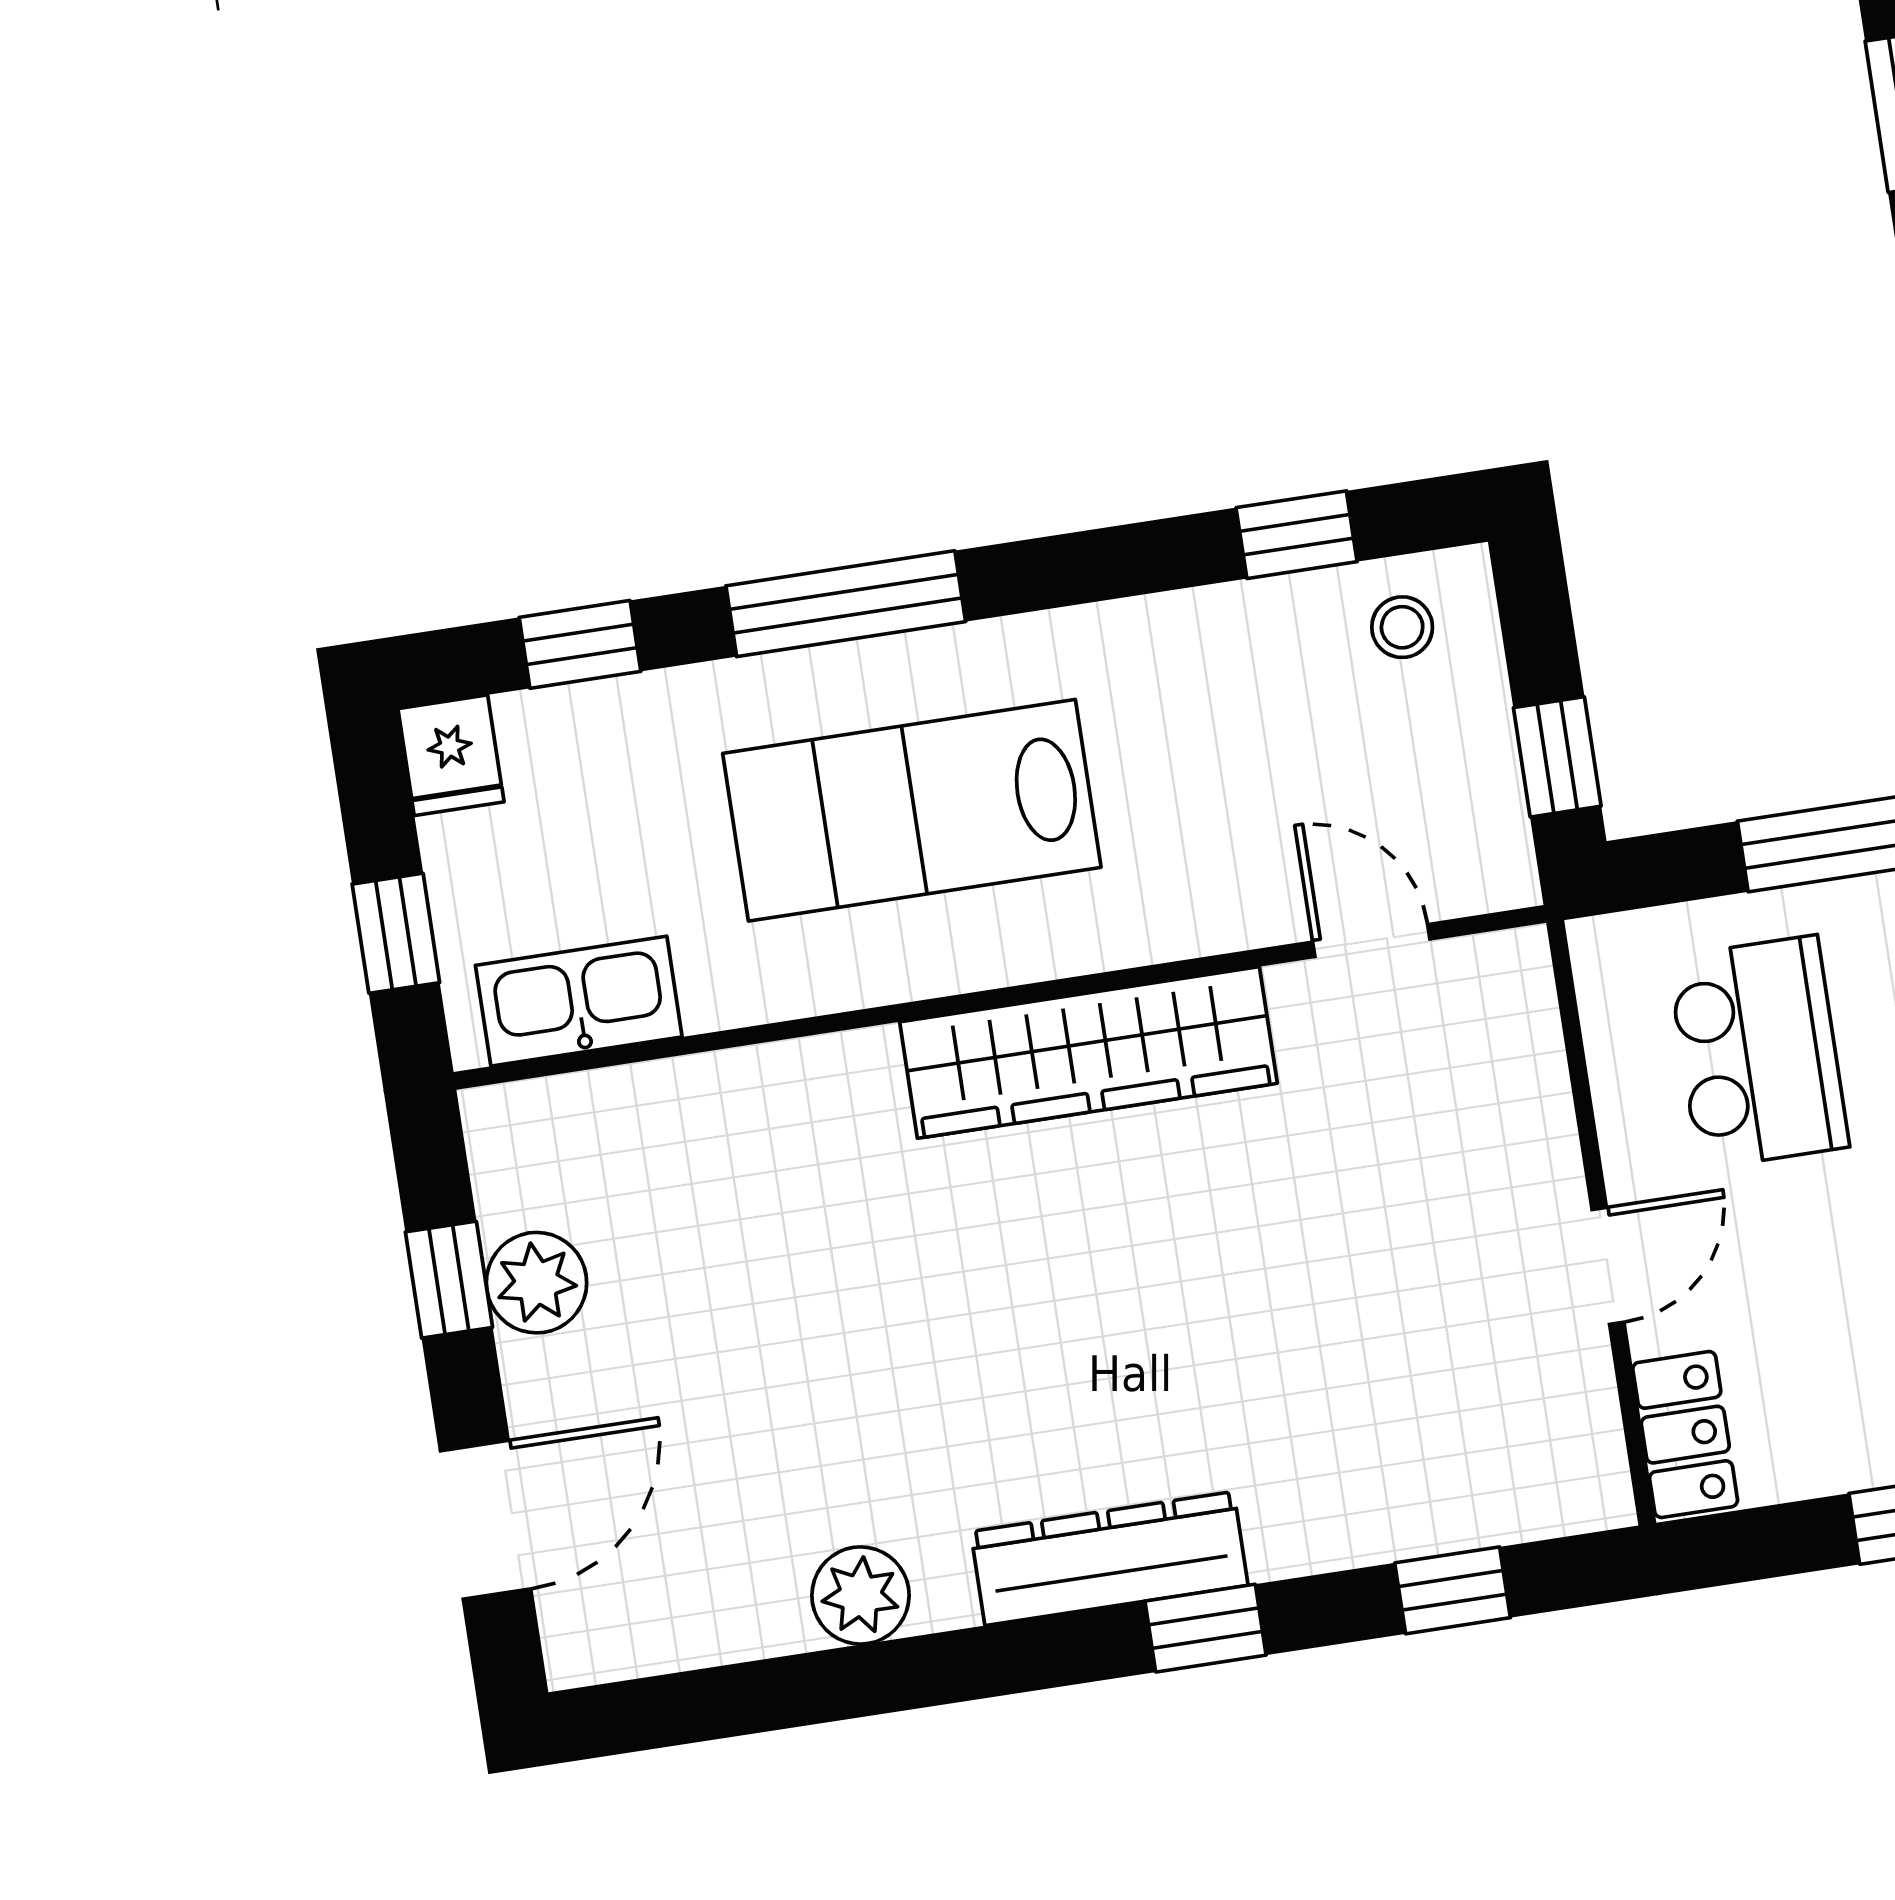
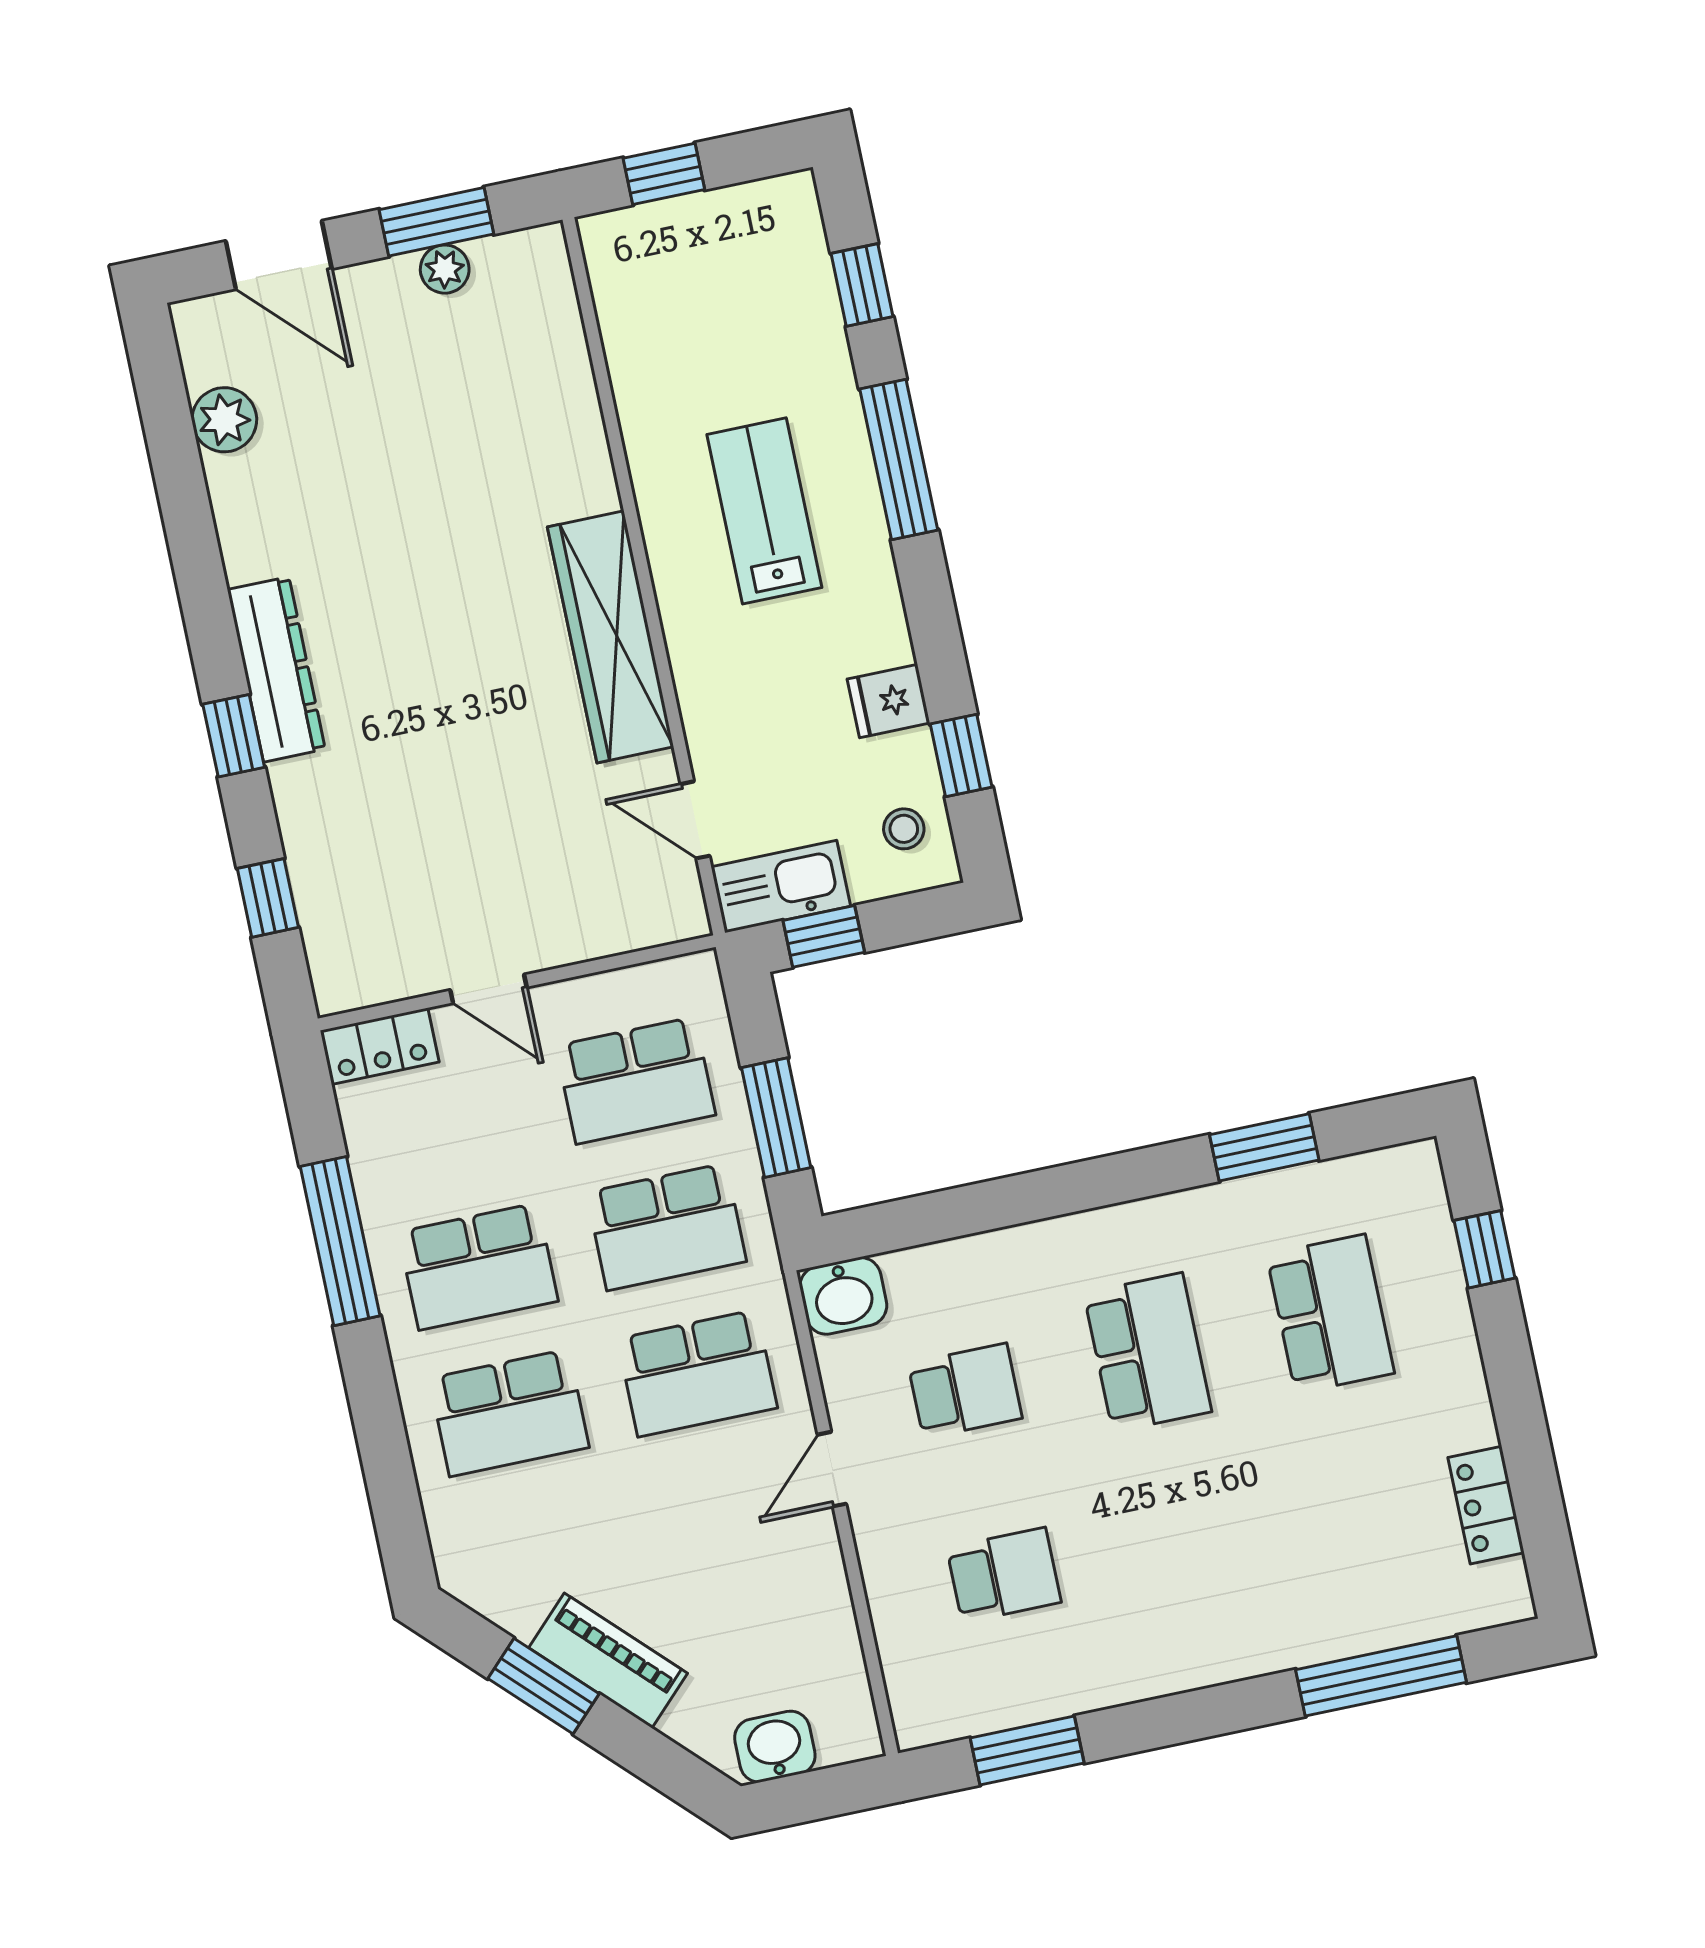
fridge: (451, 755) -> (889, 701), moved
lab bench: (912, 810) -> (764, 511), width x0.73, depth x0.72
door: (1371, 941) -> (695, 820), swing flipped
kitchen sink: (579, 1001) -> (781, 886), moved, turned -90
window: (449, 1280) -> (436, 222), width x1.50
plant: (536, 1283) -> (445, 269), width x0.73, depth x0.73
plant: (861, 1595) -> (224, 420), moved

